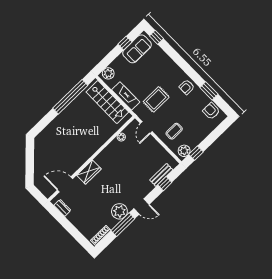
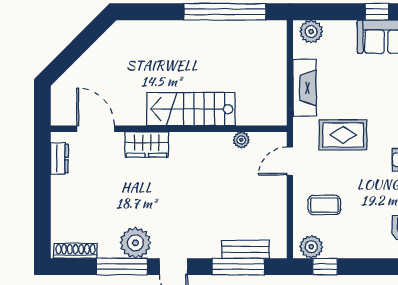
stairs: (107, 102) -> (191, 109), moved, turned 90
window: (165, 184) -> (238, 267), width x2.17

